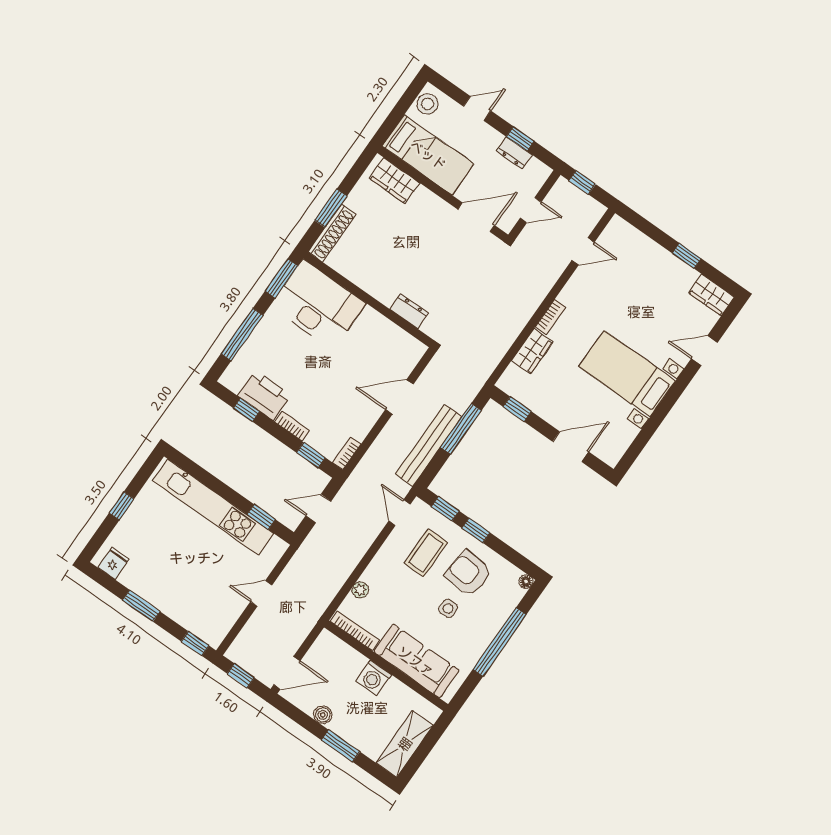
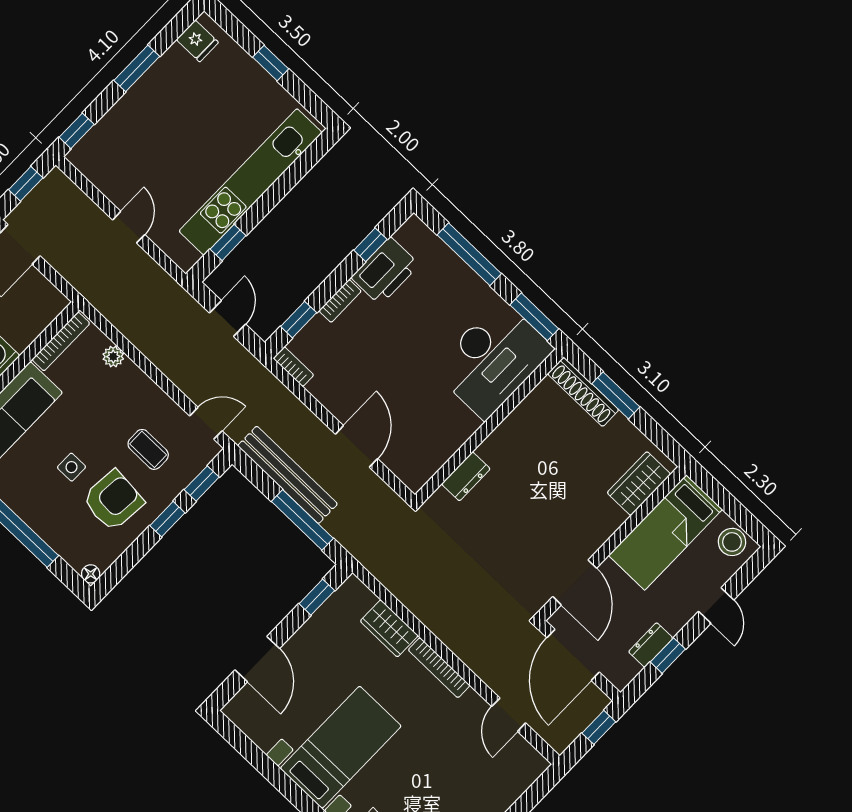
door: (531, 210) -> (573, 655), width x1.87
bookcase: (550, 317) -> (439, 668), width x1.56
coffee table: (426, 553) -> (148, 449), width x0.73, depth x0.77

